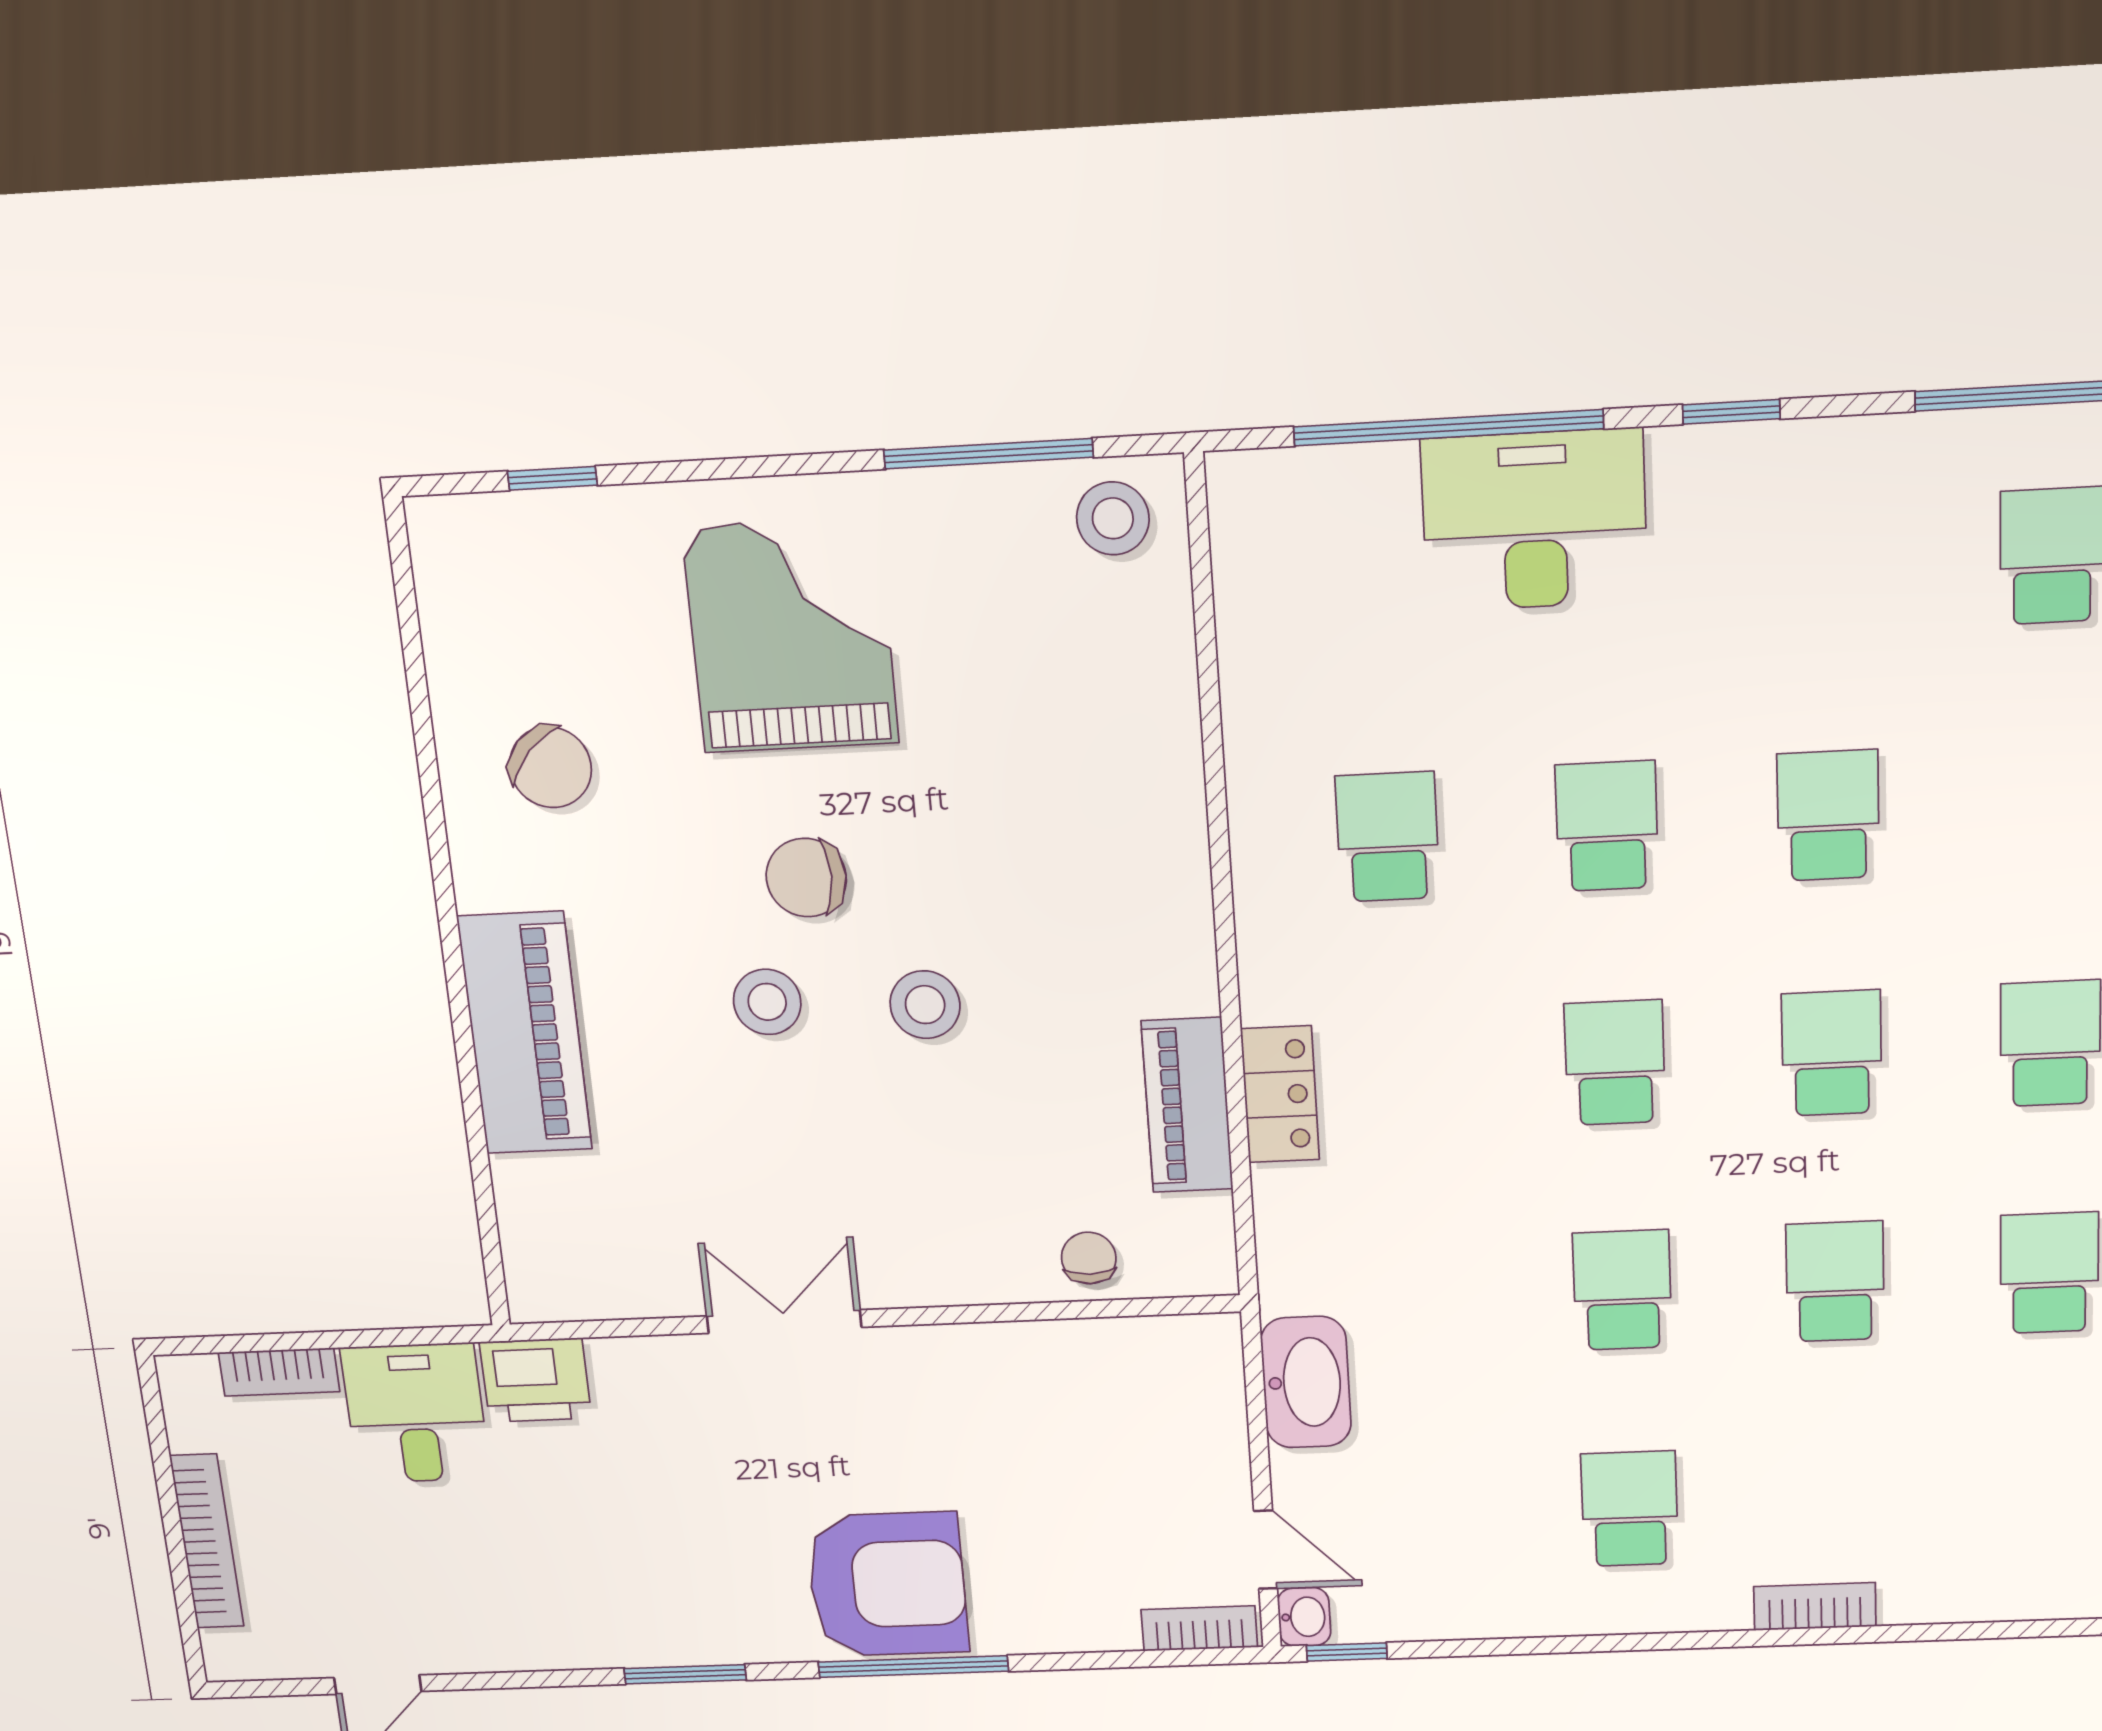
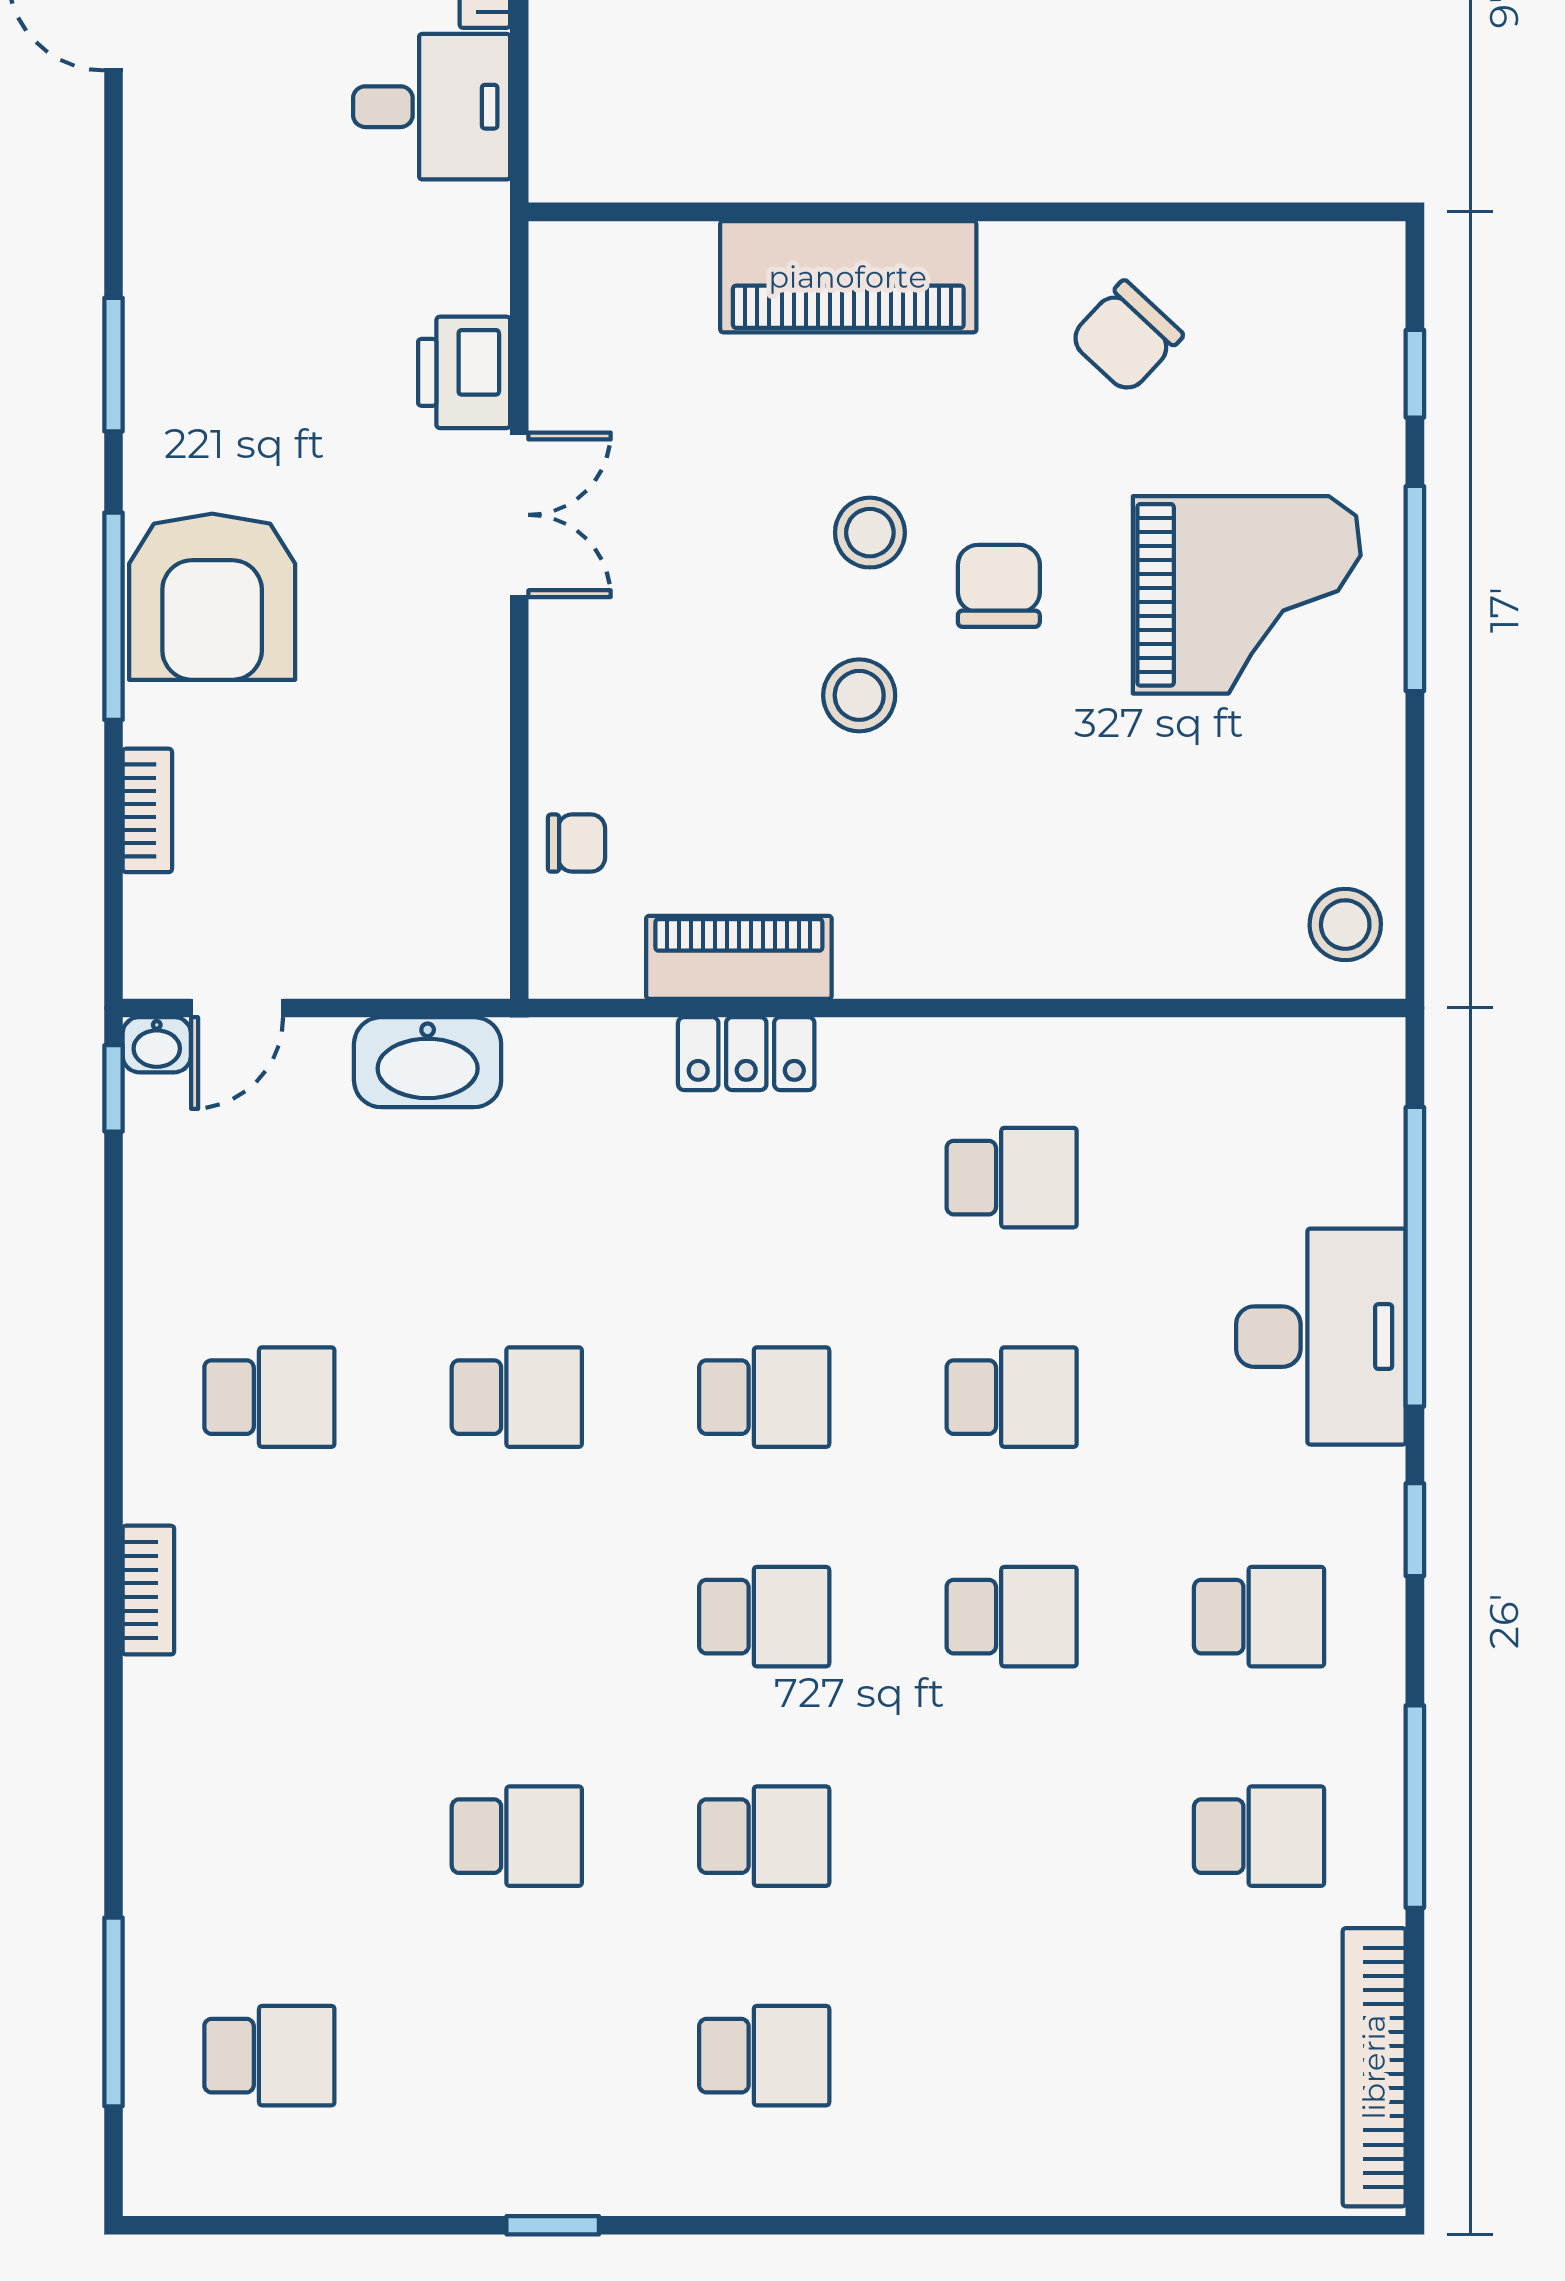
window: (988, 454) -> (1415, 589), moved
school desk: (1835, 1282) -> (1259, 1617), moved
printer: (536, 1380) -> (464, 372), moved
bookcase: (1199, 1628) -> (147, 810), moved

